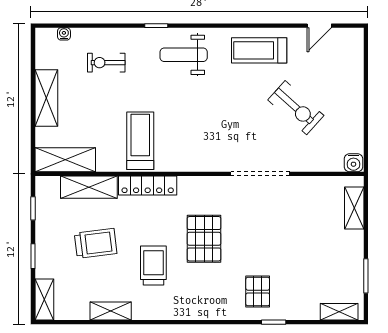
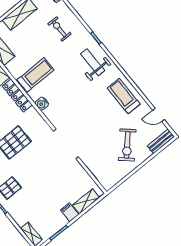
bench: (355, 50) -> (161, 141), added
exercise bike: (296, 108) -> (127, 145), moved
water cooler: (353, 163) -> (42, 104), moved
filing cabinet: (351, 240) -> (70, 212), added

